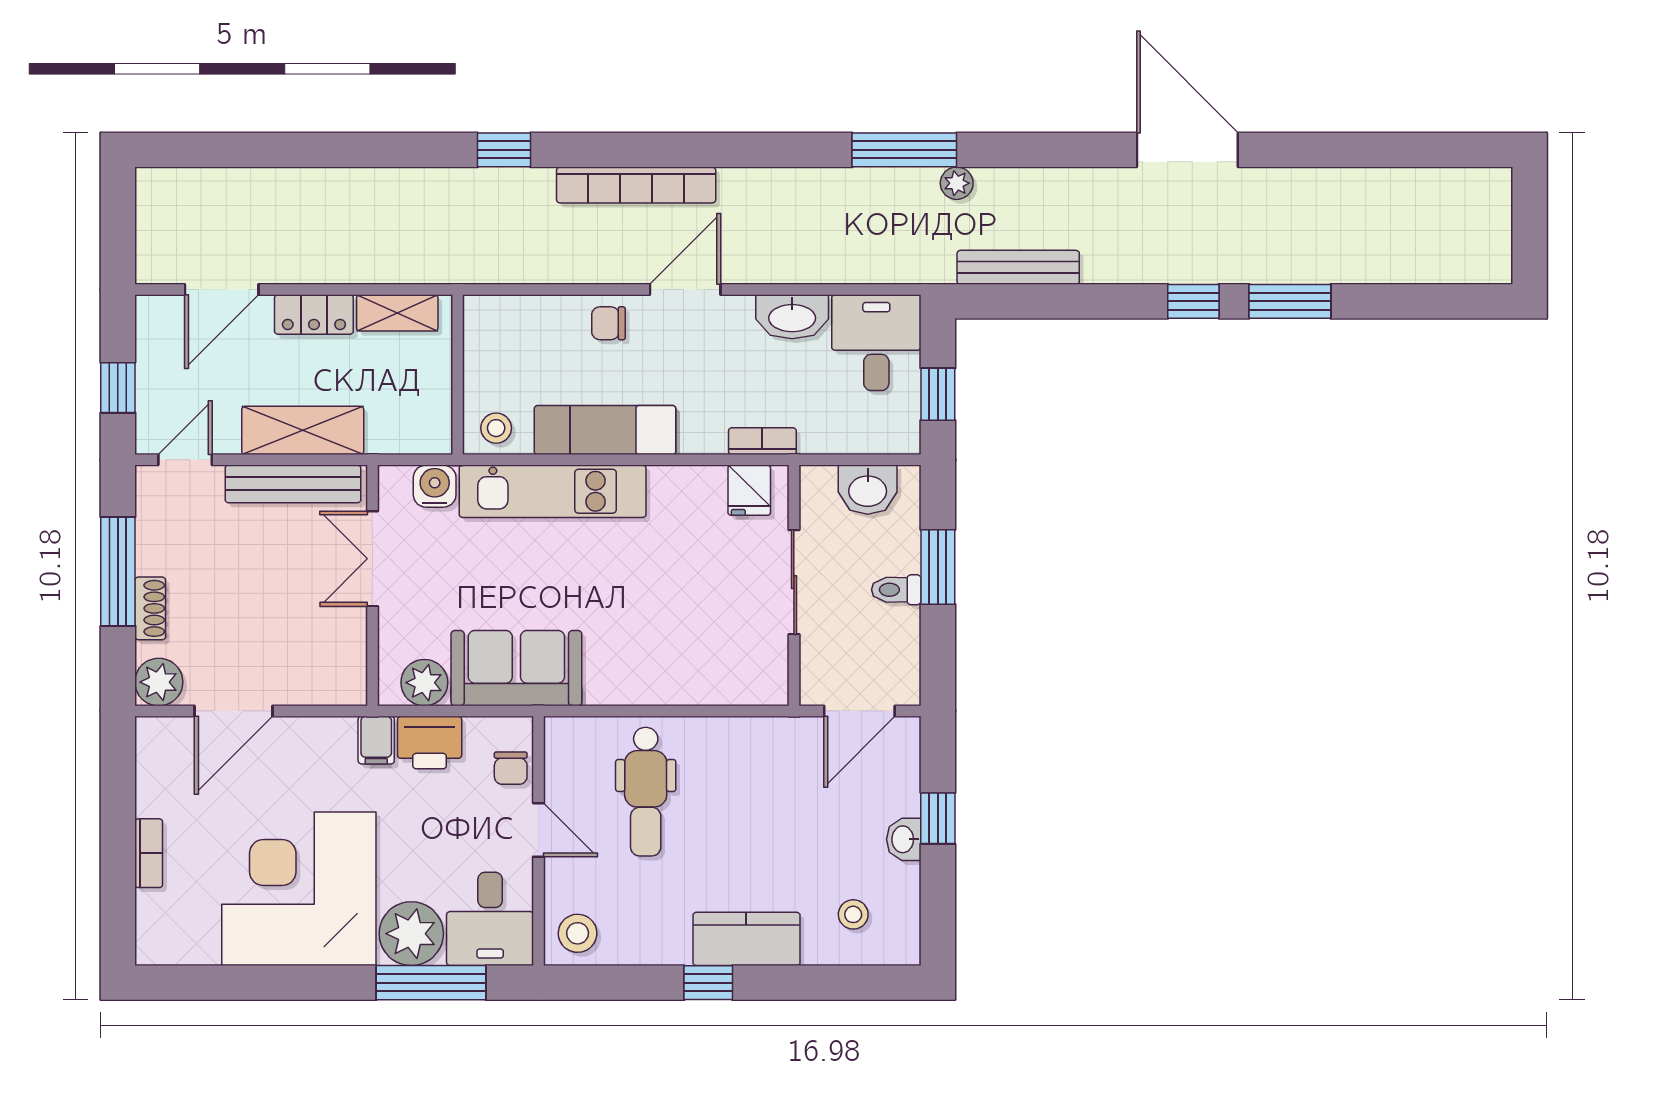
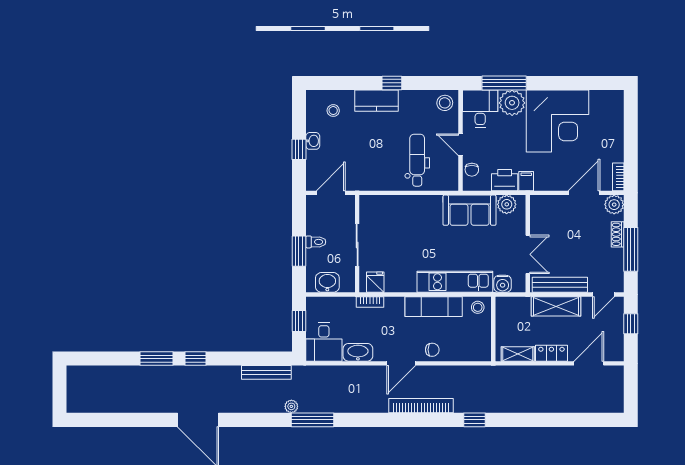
chair: (511, 768) -> (472, 170), turned 180
bookcase: (149, 853) -> (618, 177), moved

